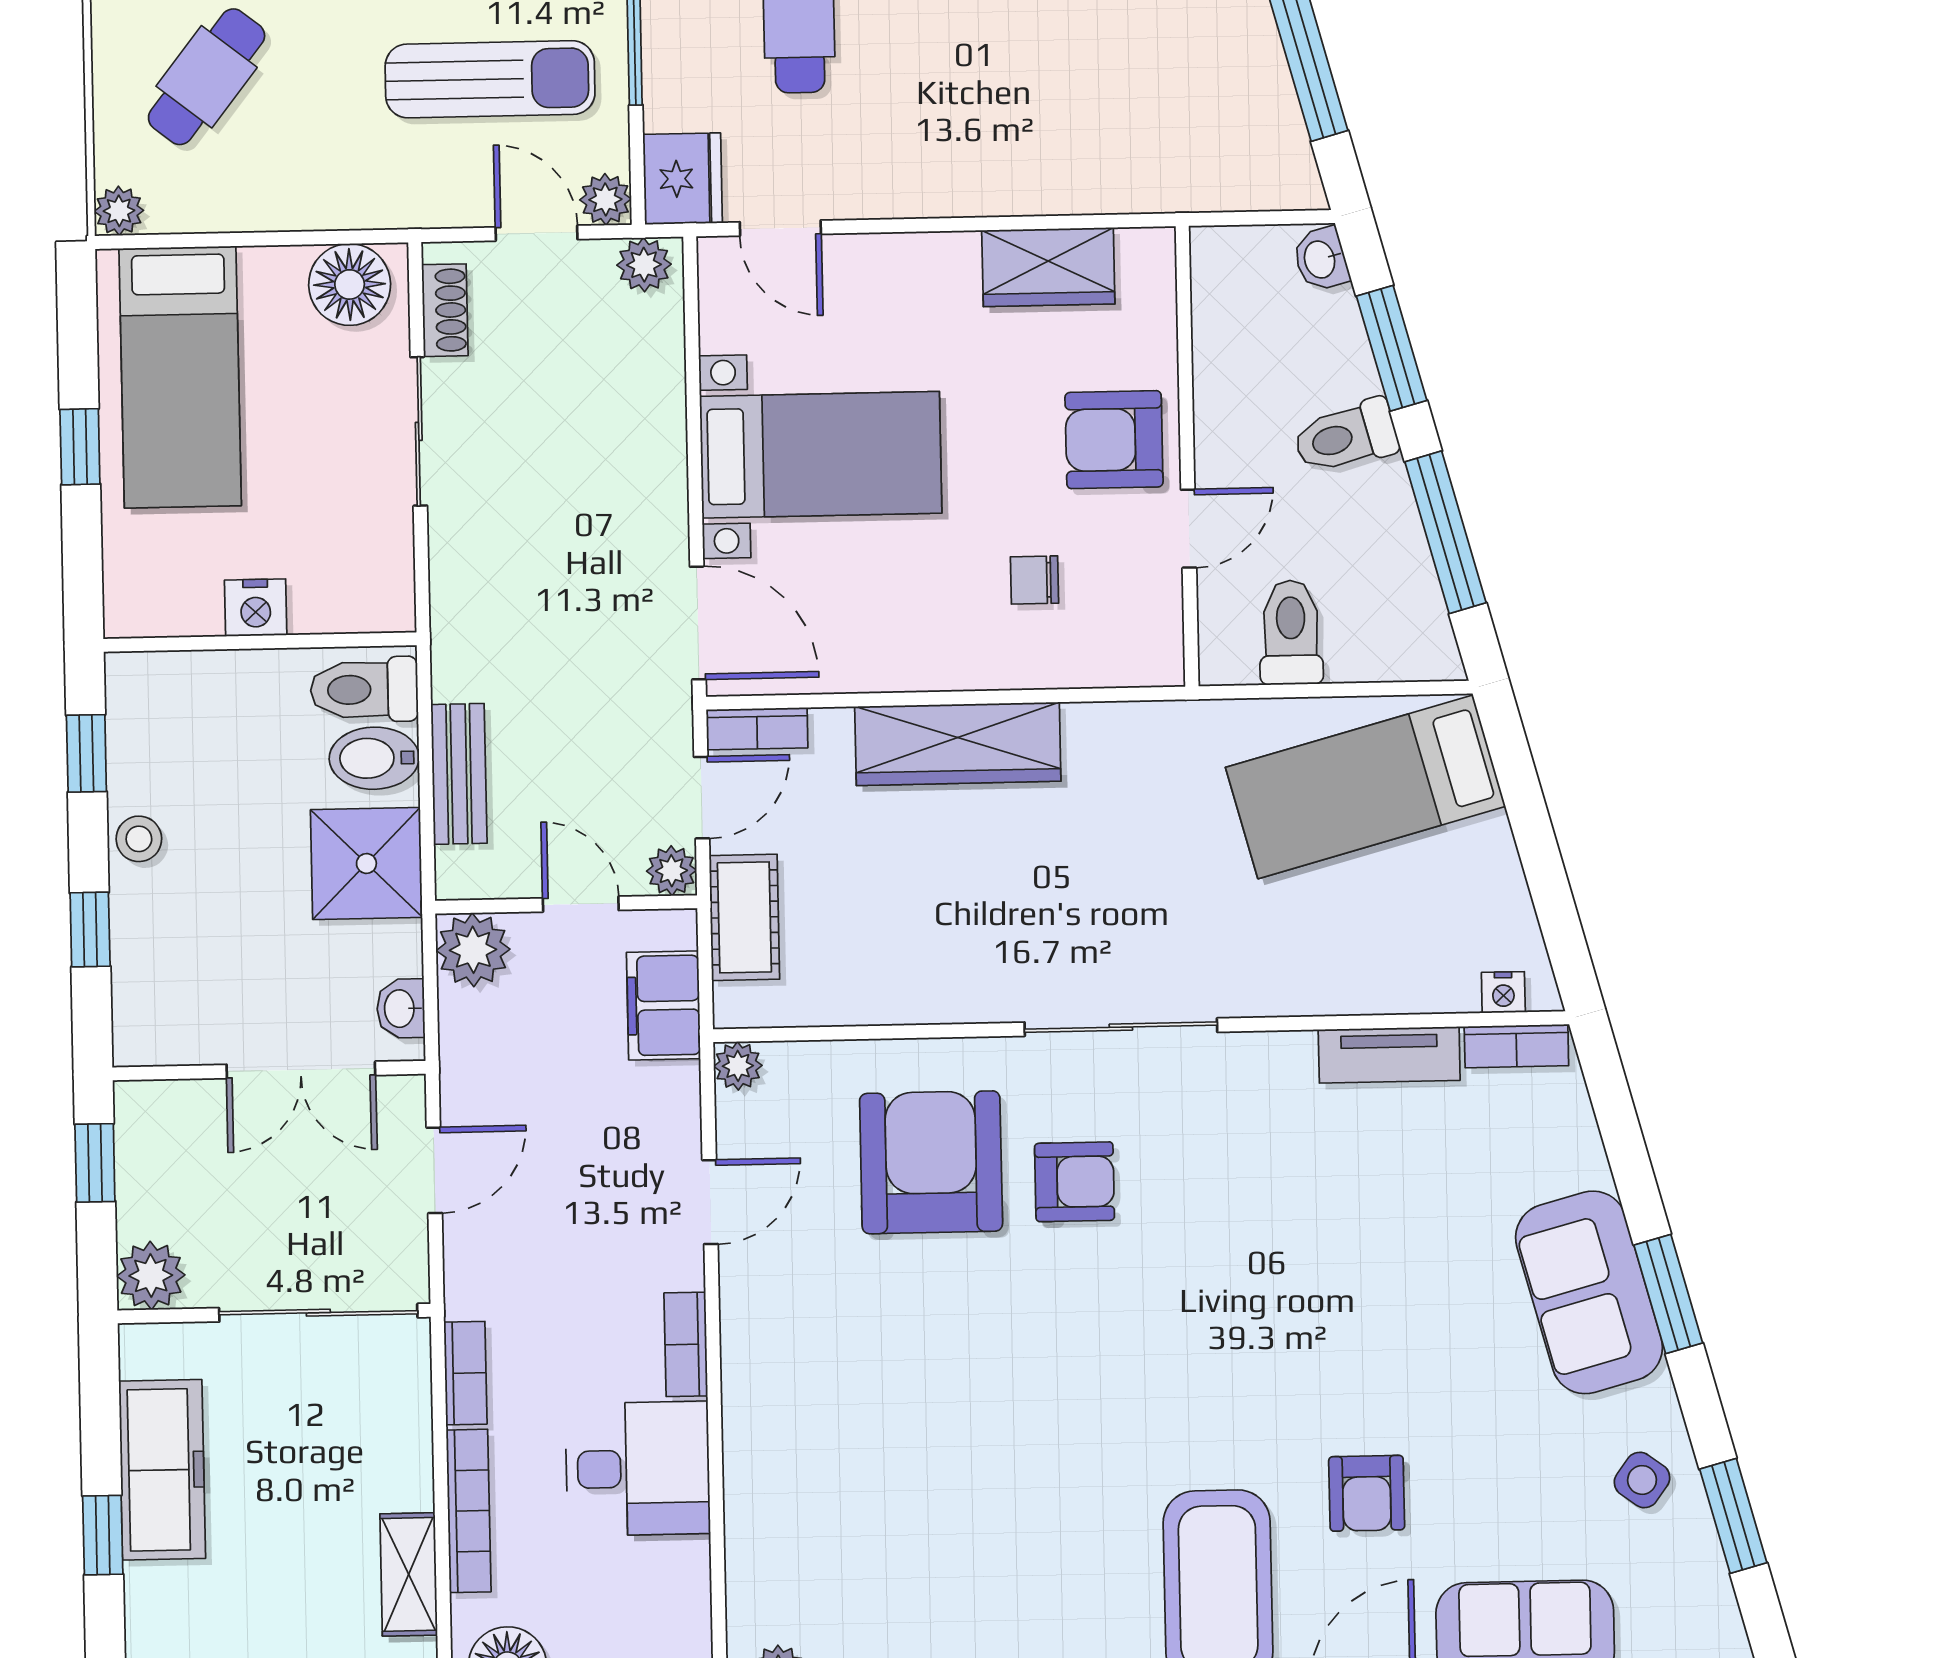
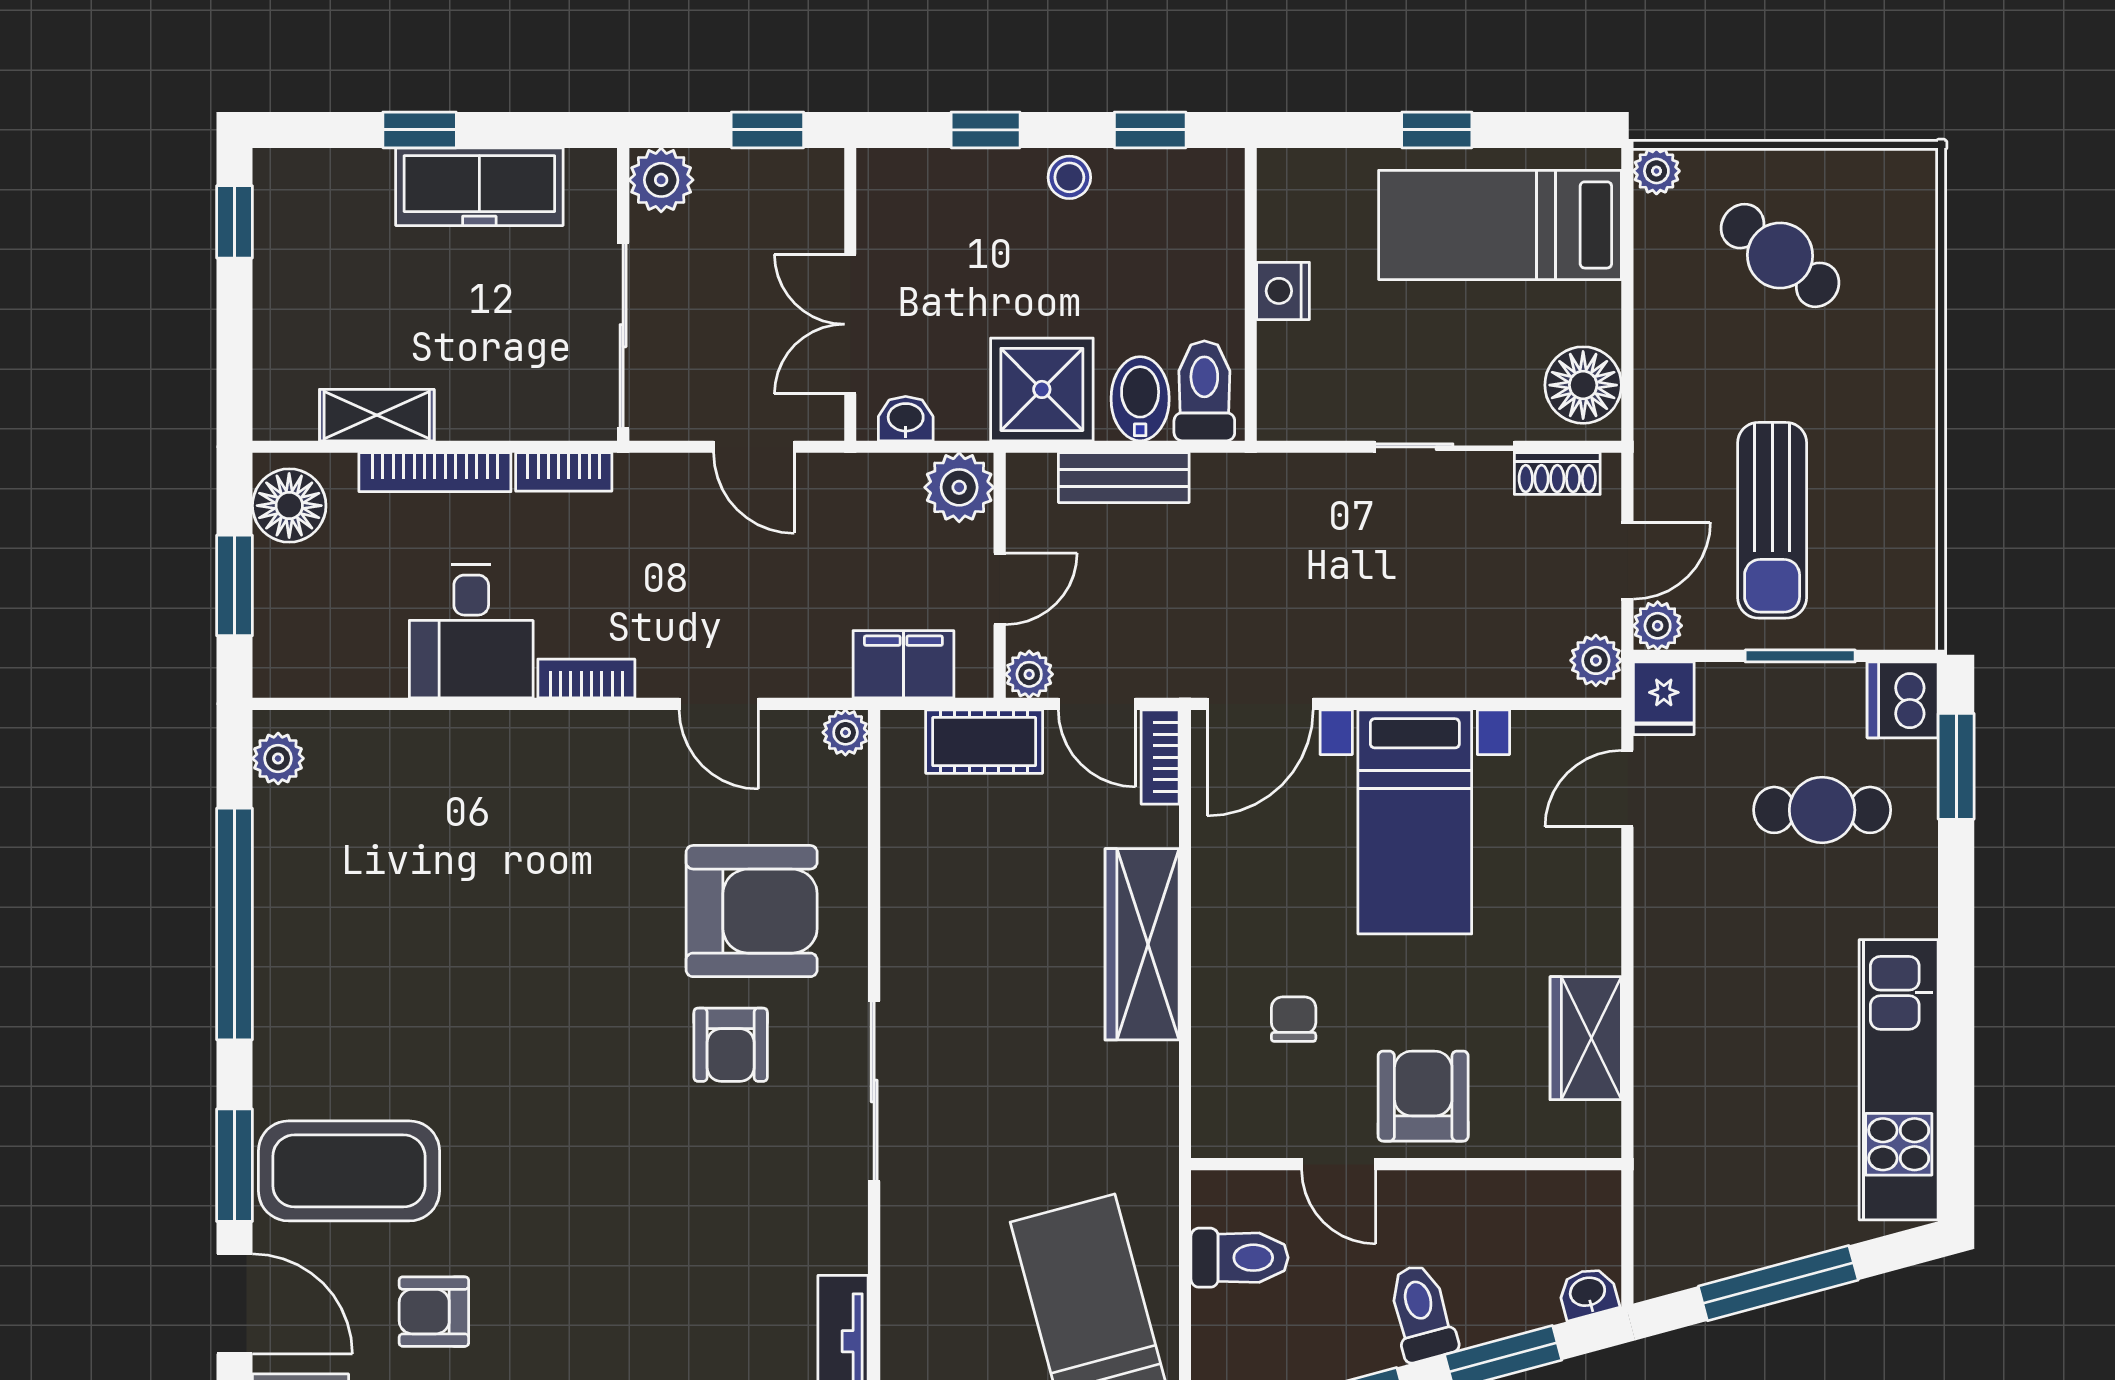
fridge: (683, 179) -> (1664, 698), width x0.72

